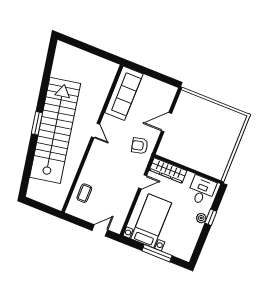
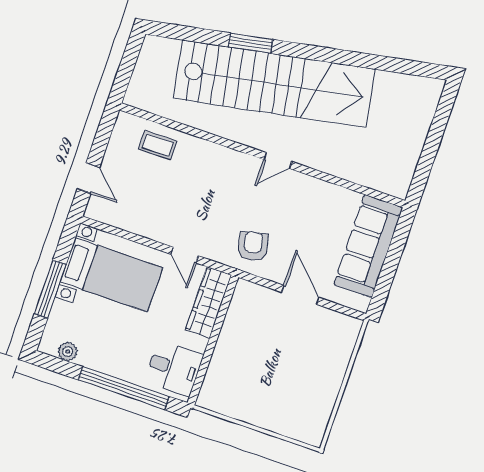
sofa: (124, 93) -> (368, 246), moved, turned 90
window: (37, 123) -> (250, 43), moved
window: (211, 217) -> (124, 388), width x3.17
plant: (201, 218) -> (68, 351), moved

